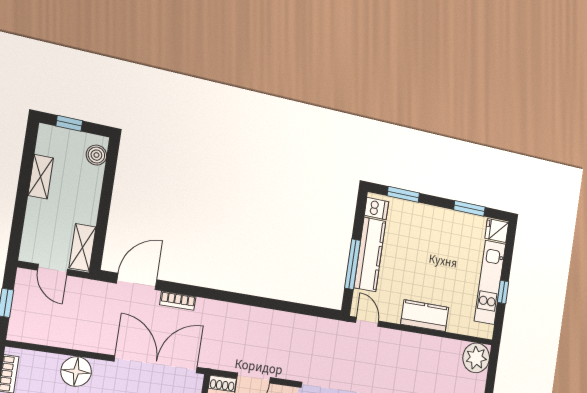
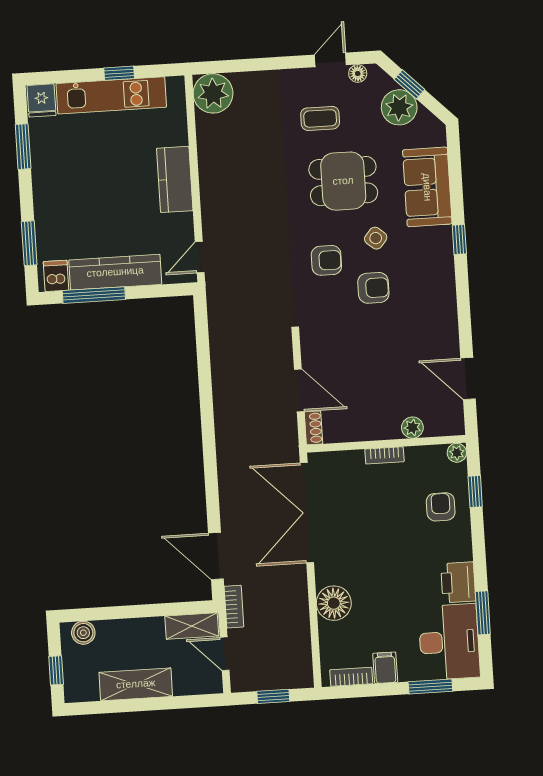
shelving: (41, 177) -> (136, 684), width x1.50, depth x1.33
window: (353, 264) -> (94, 295), moved
door: (52, 270) -> (225, 654), swing flipped
bookcase: (178, 301) -> (234, 607), moved

